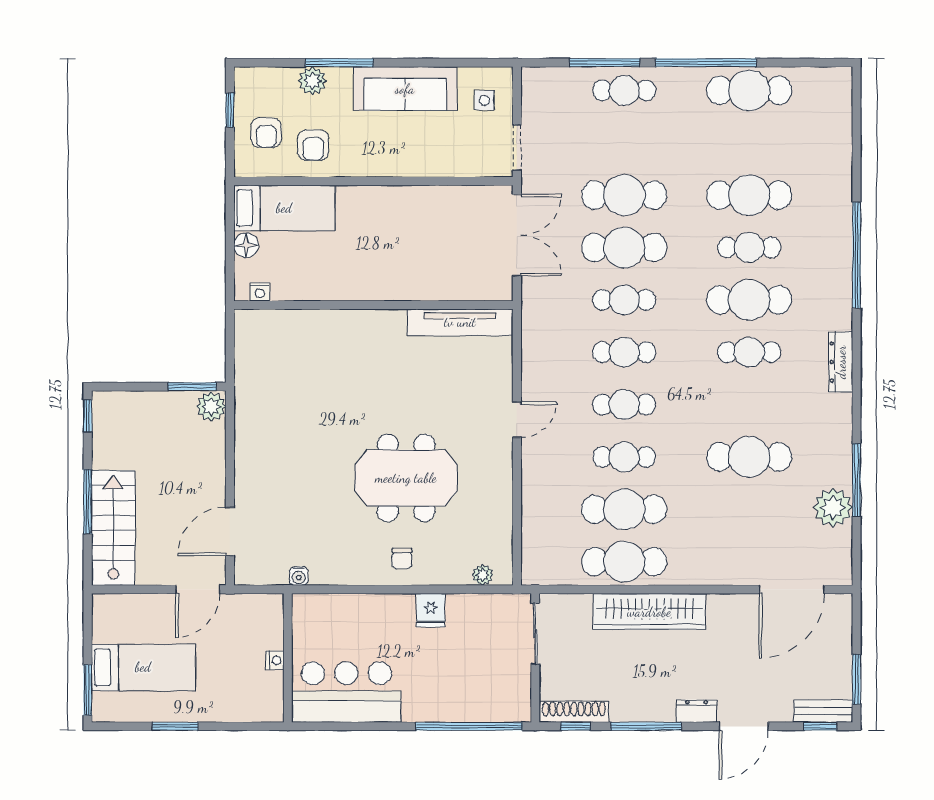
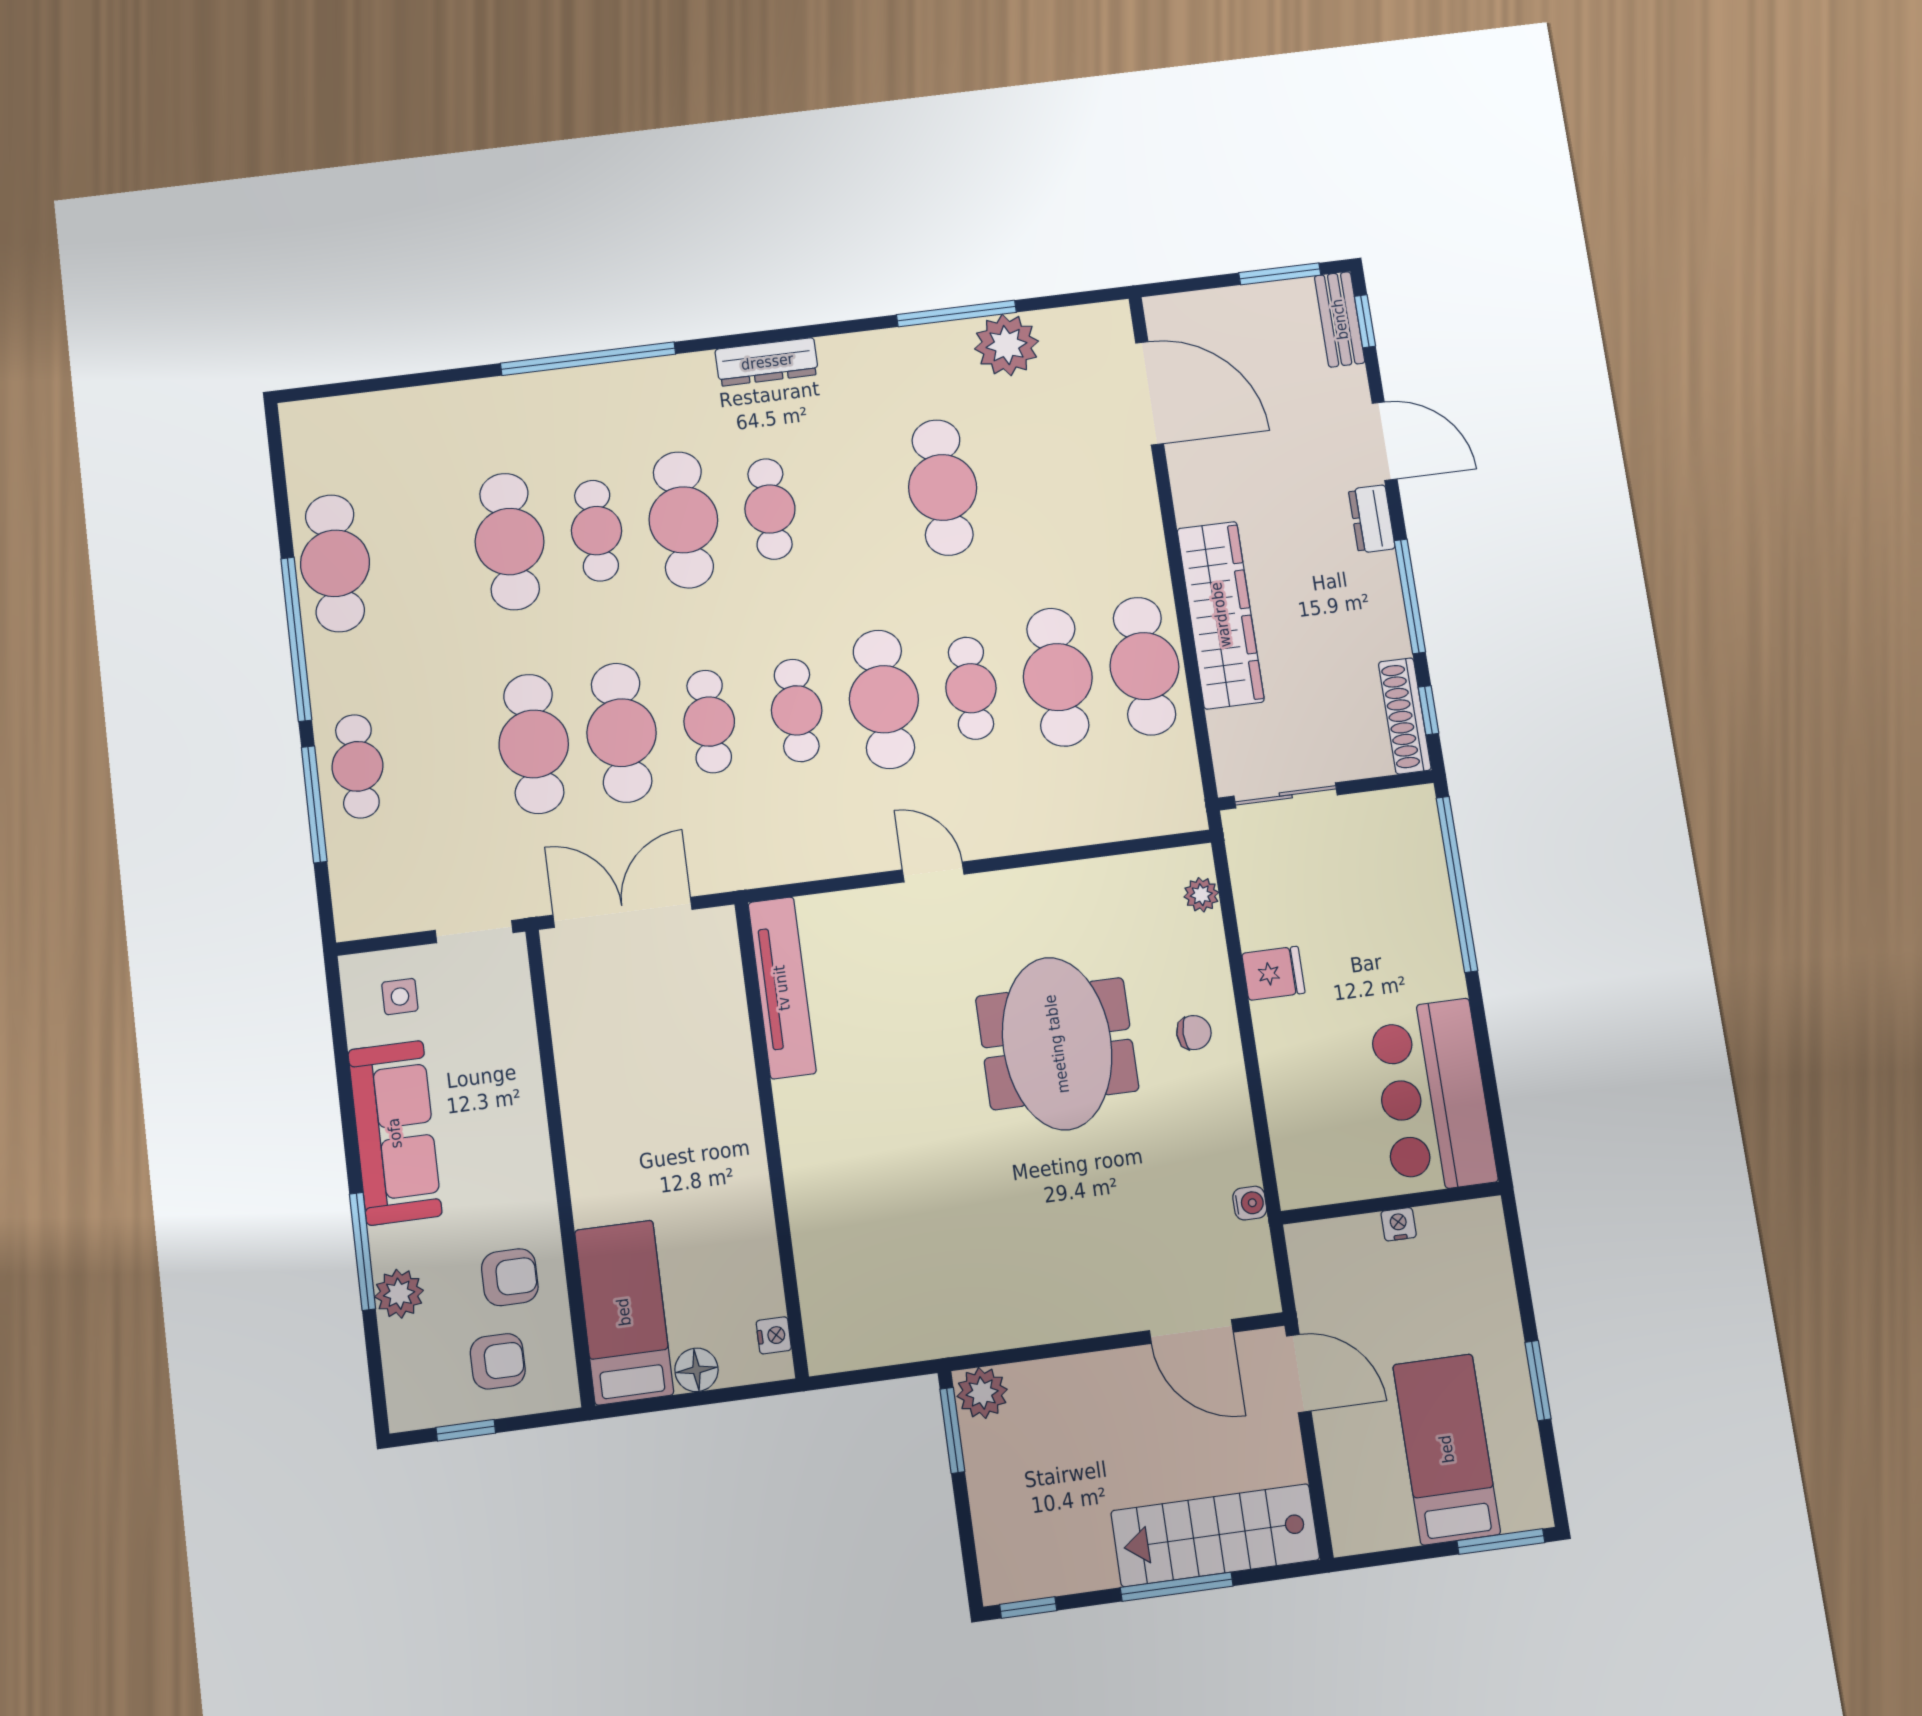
cafe table: (624, 405) -> (884, 699), width x1.37, depth x1.35

